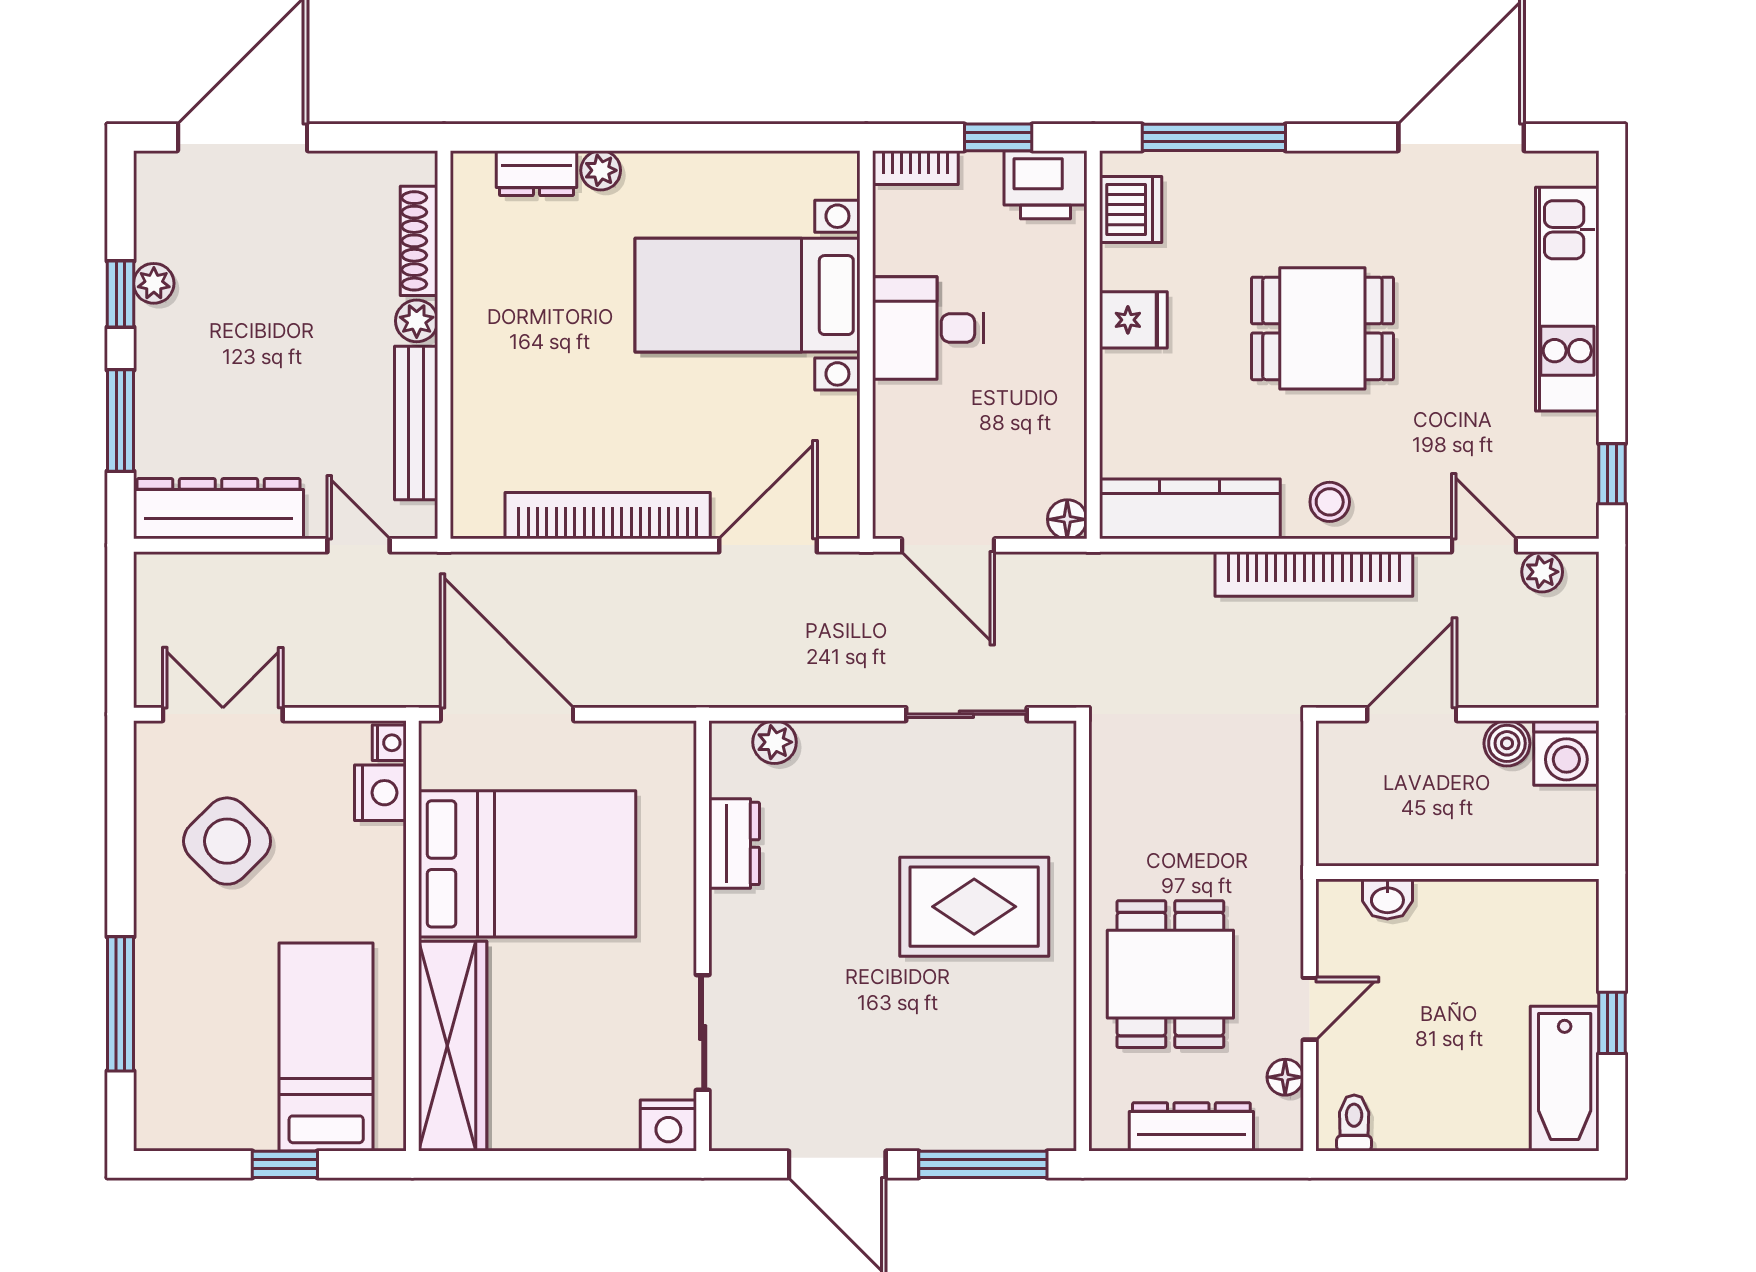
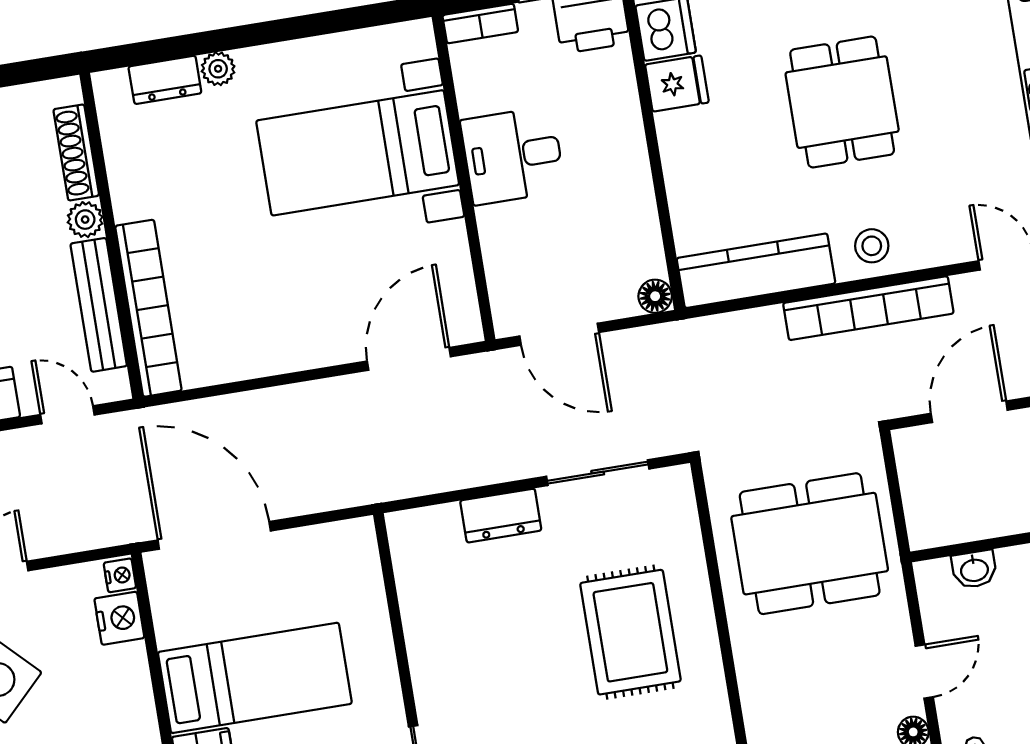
fridge: (1133, 320) -> (677, 83), moved
dining table: (1322, 328) -> (842, 102), turned 90
bookcase: (608, 516) -> (148, 308), moved, turned 90
plant: (775, 742) -> (441, 522), removed
dresser: (734, 843) -> (501, 516), moved, turned 90
bed: (527, 864) -> (255, 678), width x0.67
rug: (974, 907) -> (630, 632), turned 90
dining table: (1170, 974) -> (810, 544), moved, width x1.37

